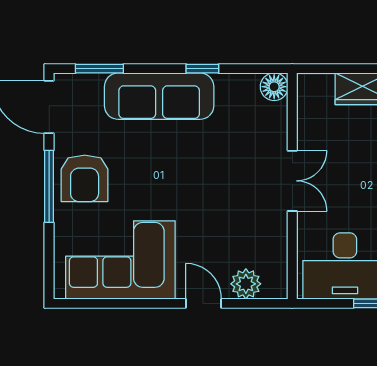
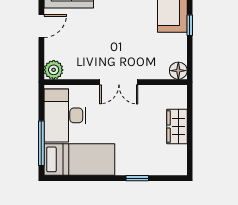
plant: (246, 284) -> (54, 70), moved

